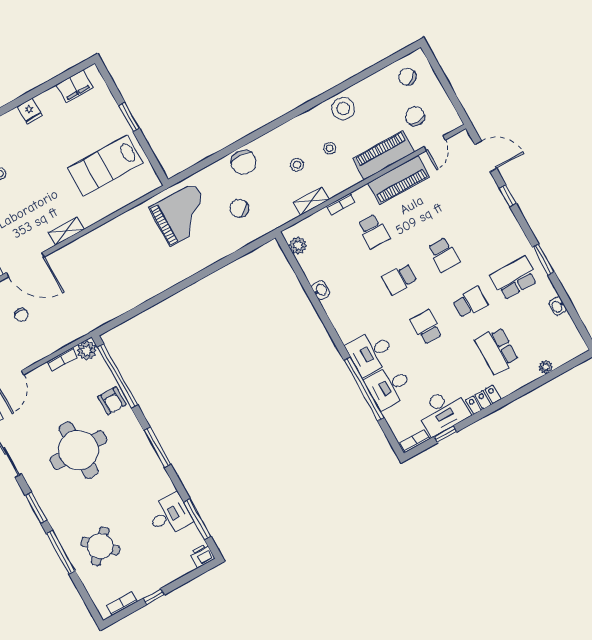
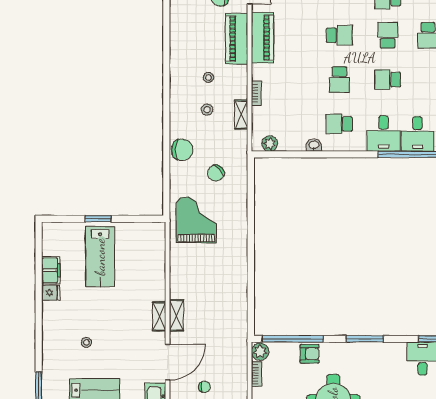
filing cabinet: (74, 86) -> (51, 270), moved
stool: (343, 109) -> (184, 50), removed
lab bench: (105, 165) -> (100, 257), moved
school desk: (373, 231) -> (339, 124), moved, turned 180
shelving: (77, 248) -> (176, 315), added

